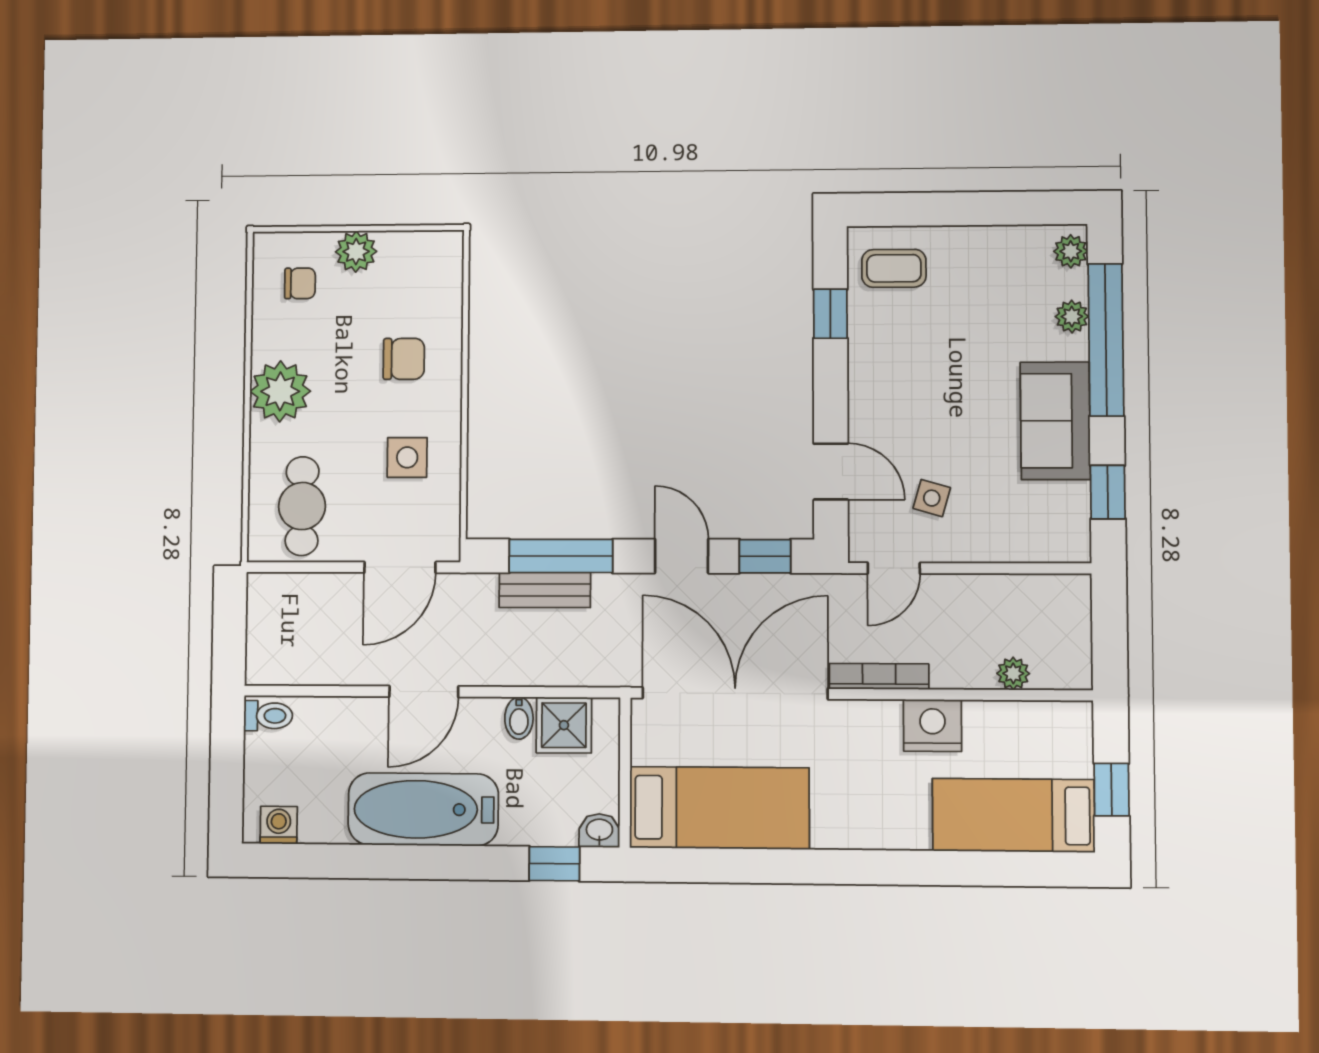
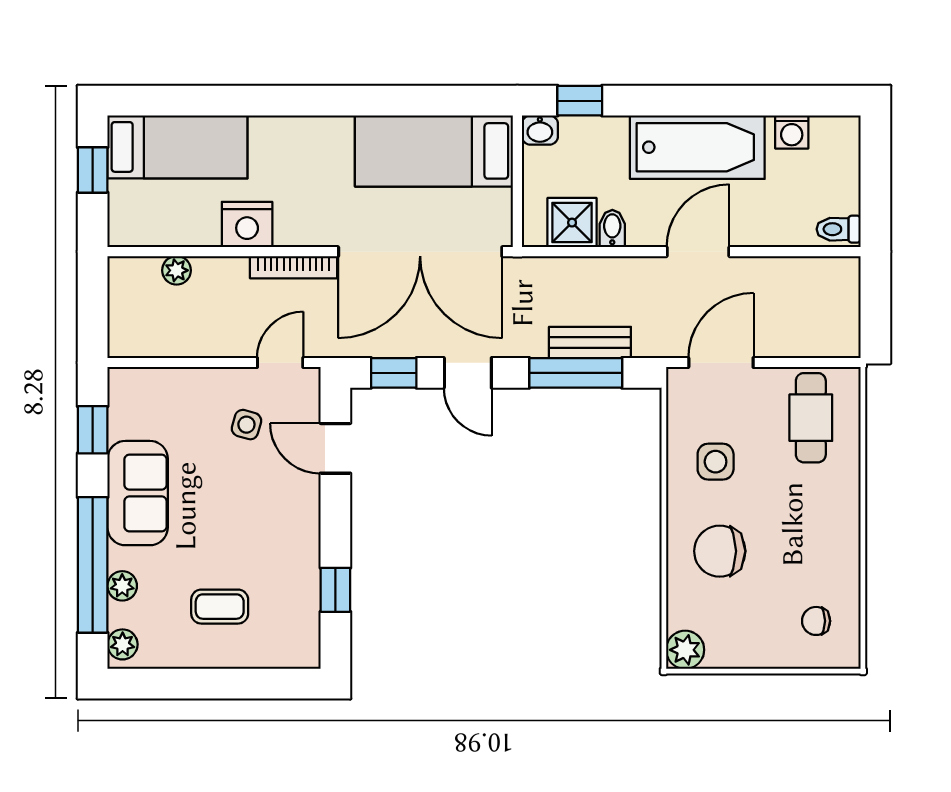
plant: (356, 252) -> (685, 650), moved
coffee table: (894, 268) -> (220, 607), moved
chair: (404, 359) -> (720, 551), width x1.37, depth x1.37
plant: (280, 391) -> (833, 522), removed
washing machine: (279, 825) -> (792, 132), moved

